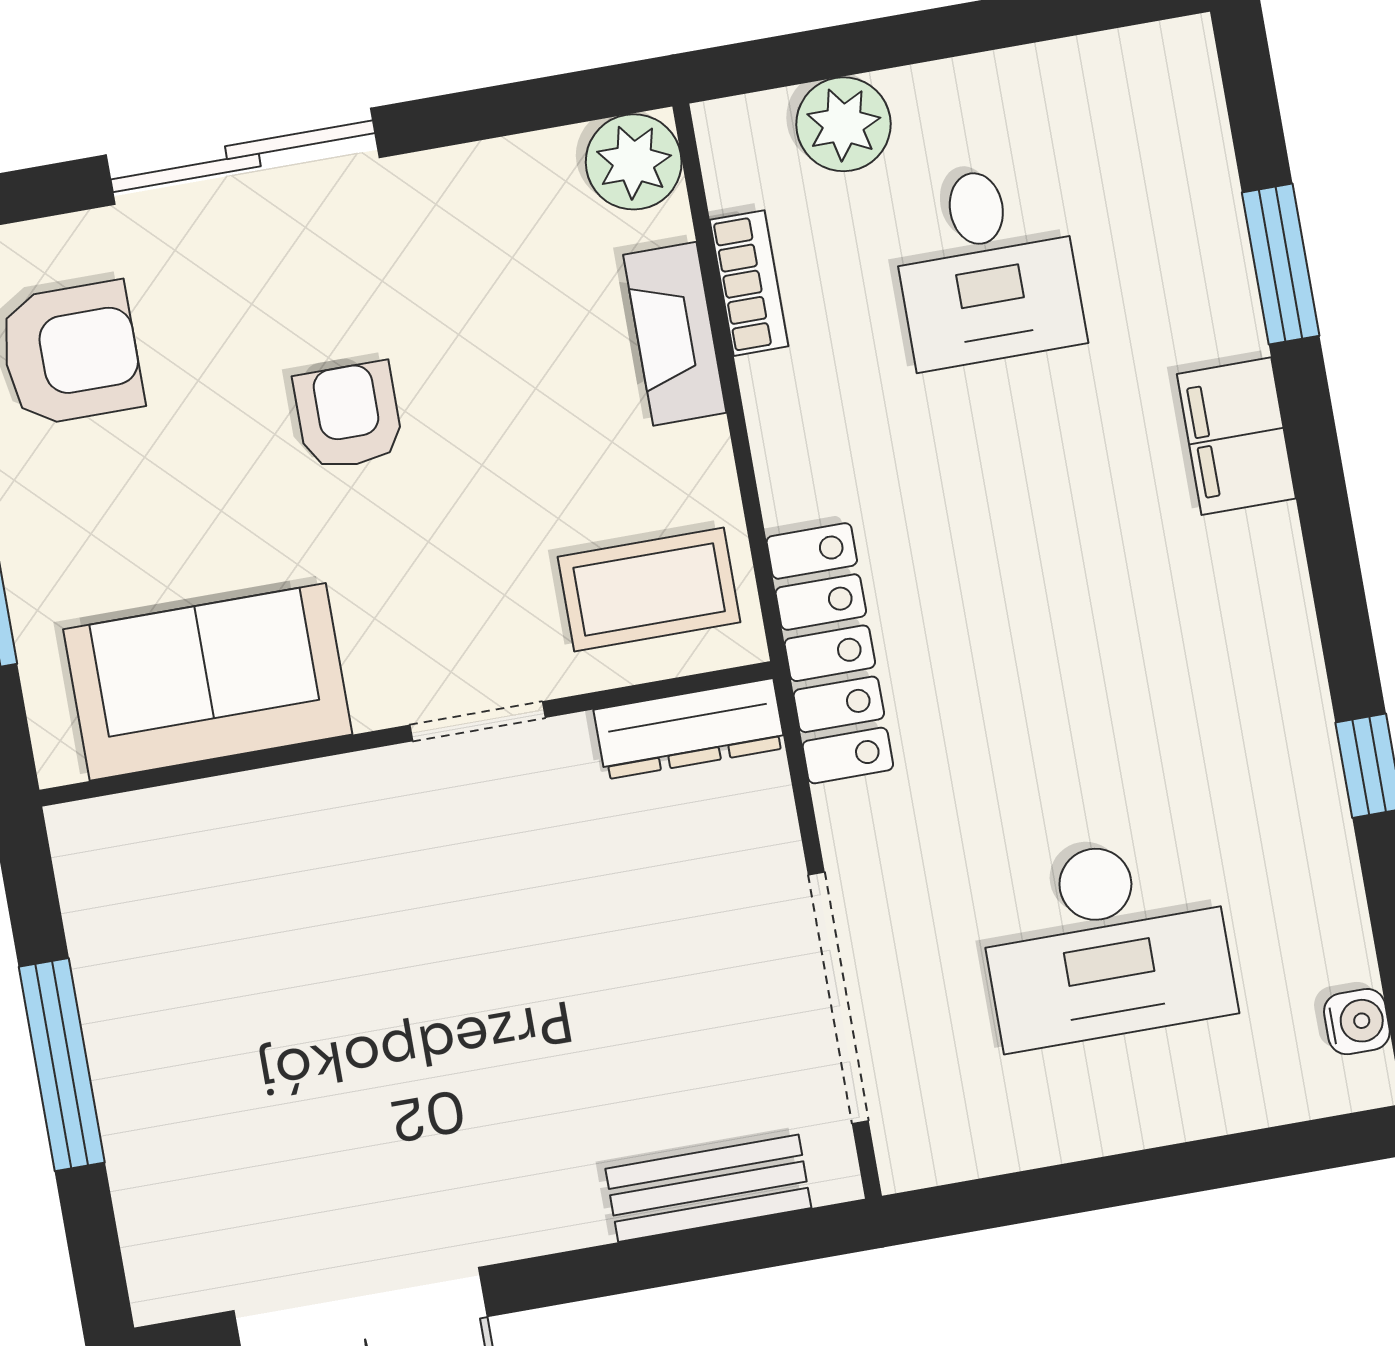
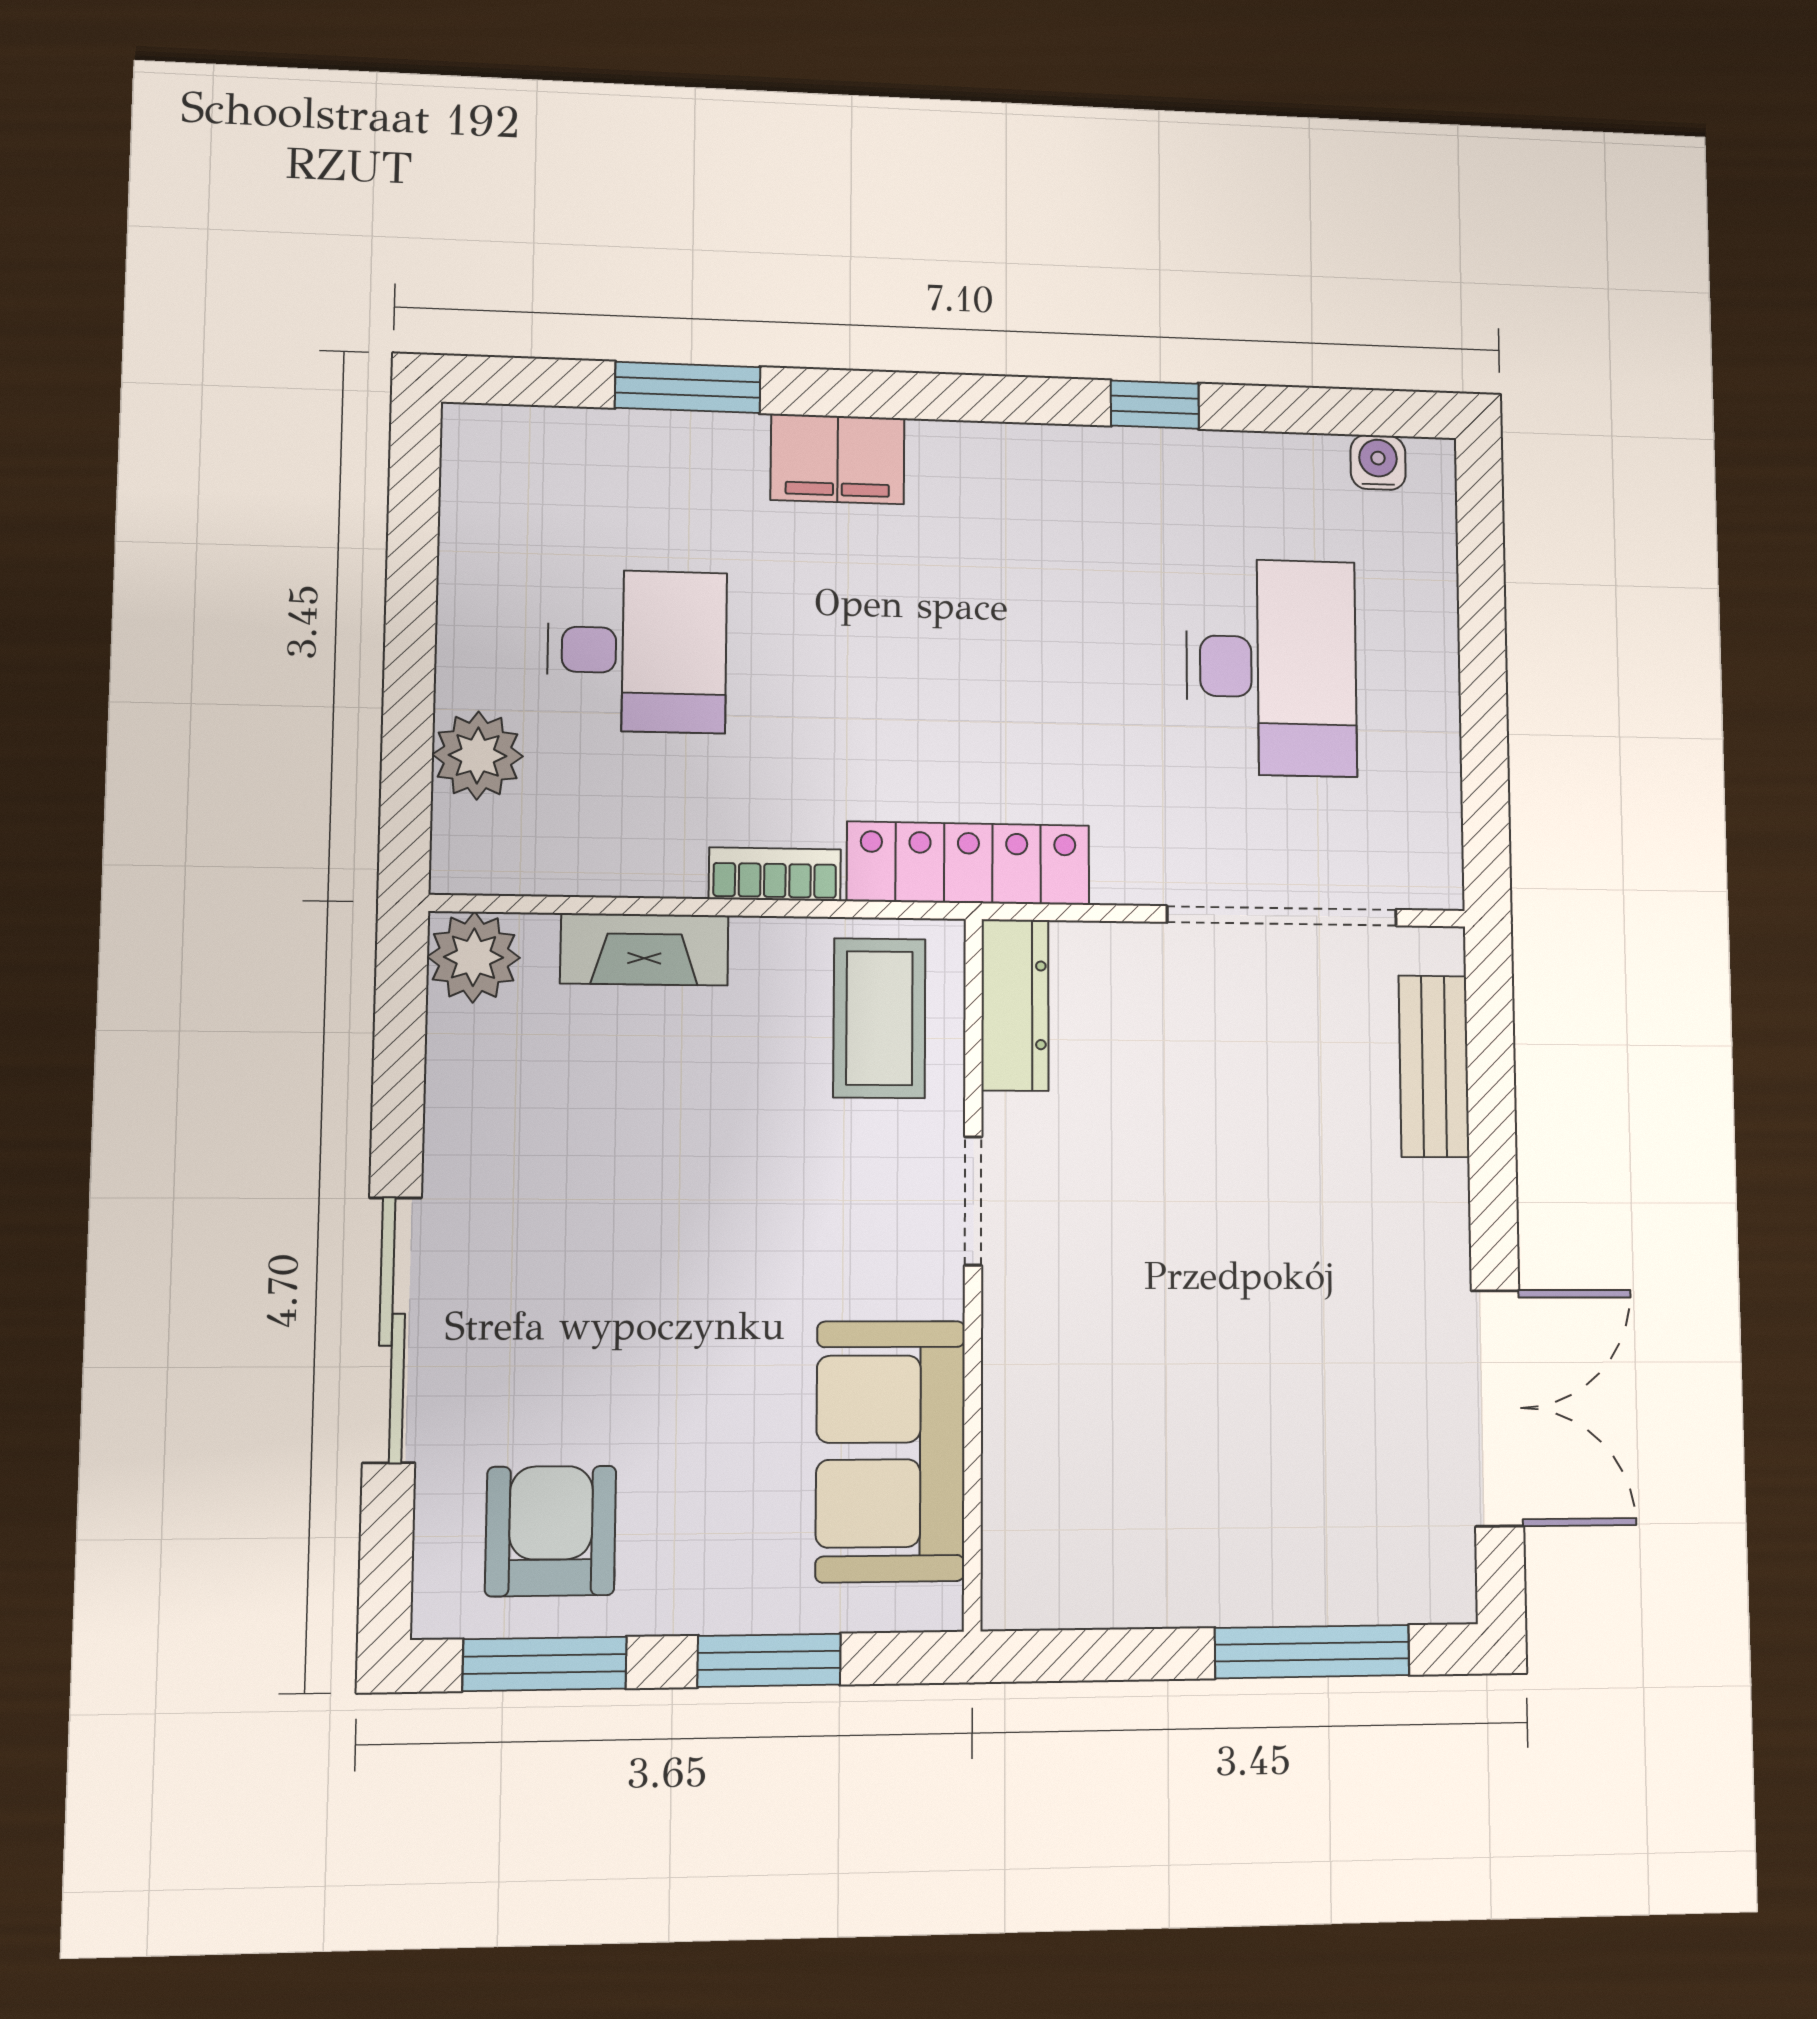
bookcase: (749, 283) -> (775, 874), moved
armchair: (348, 416) -> (663, 1272), removed
window: (62, 1065) -> (1312, 1652), moved

